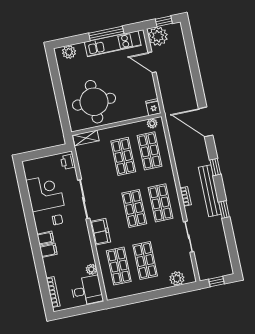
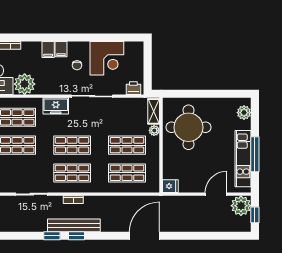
plant: (152, 123) -> (154, 130), moved
window: (215, 167) -> (77, 236), moved
plant: (91, 269) -> (25, 84), width x1.88, depth x1.88

